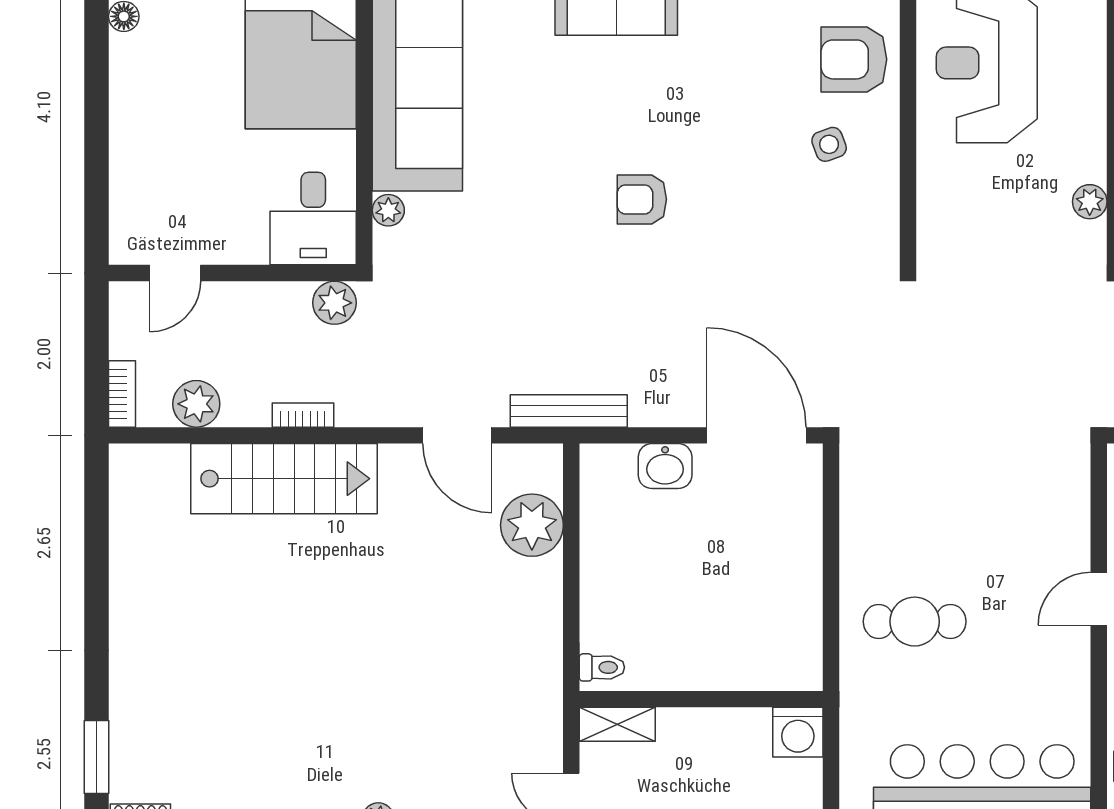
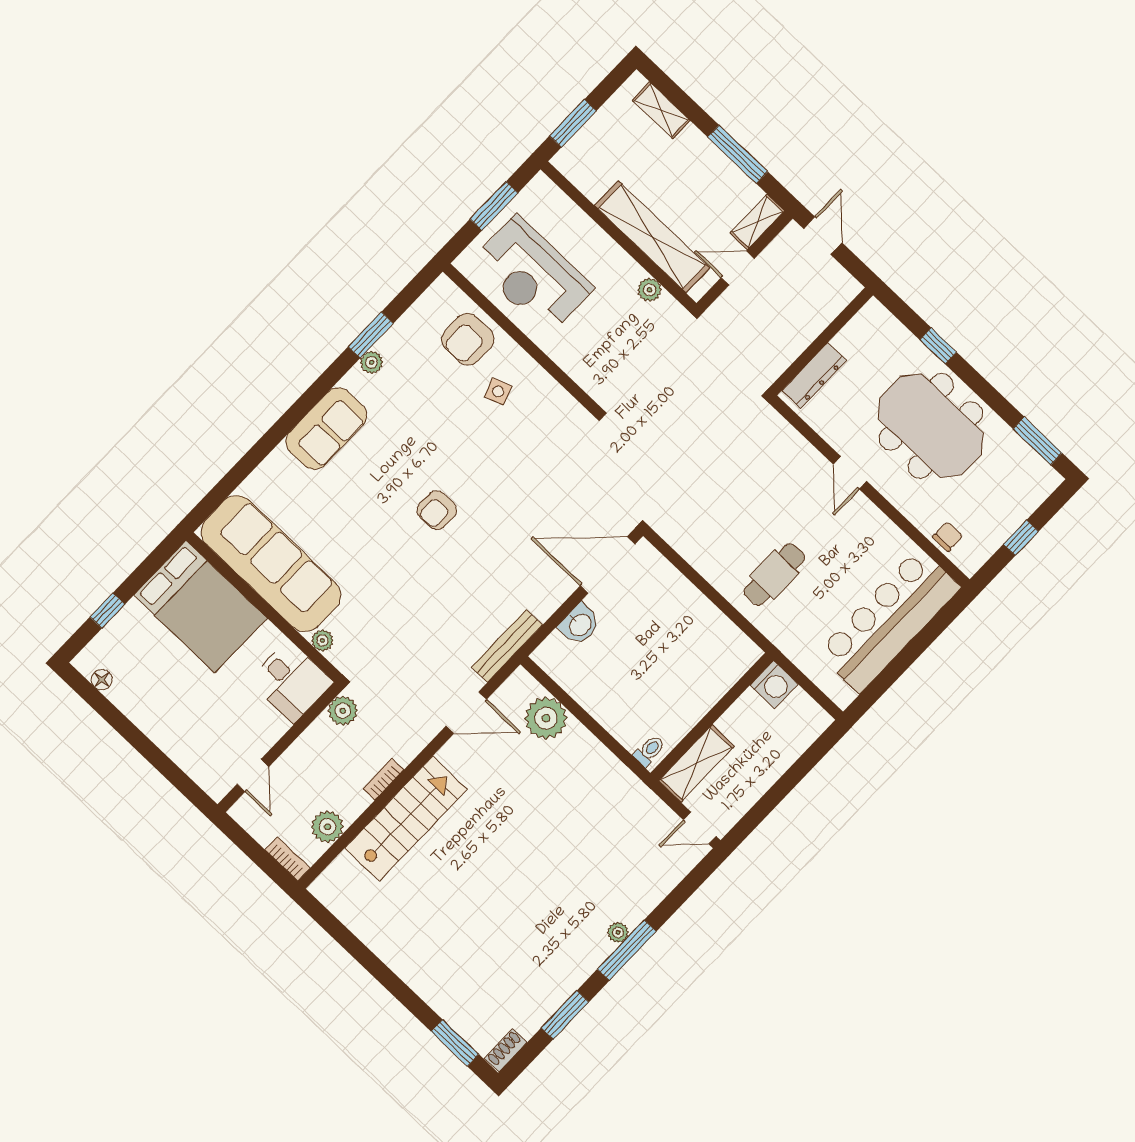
shelving: (617, 724) -> (696, 763), width x1.50, depth x1.33

